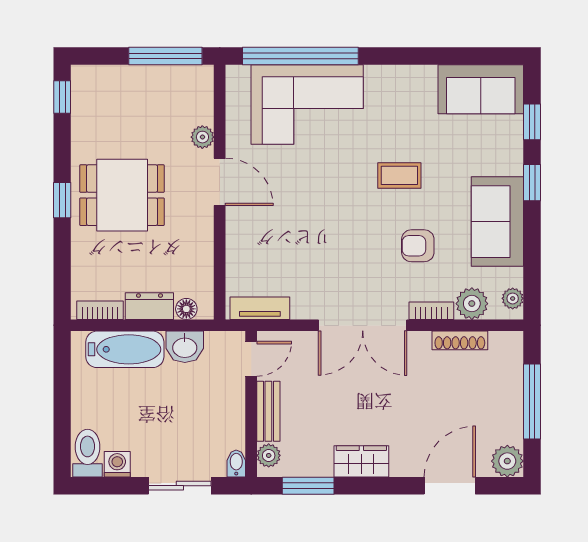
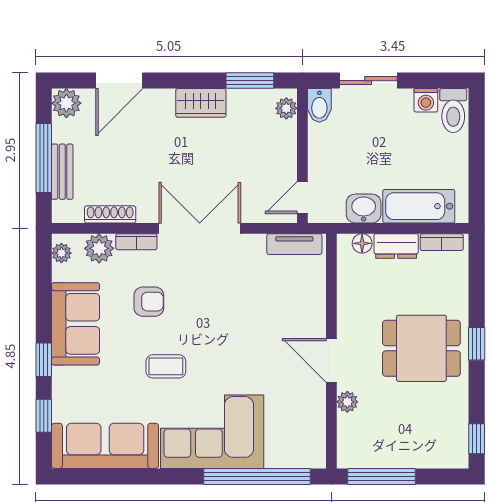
sofa: (481, 89) -> (105, 446), width x1.36
corner sofa: (307, 105) -> (212, 432), moved
bench: (268, 411) -> (62, 172), moved
bidet: (236, 464) -> (319, 105), width x1.38, depth x1.36

